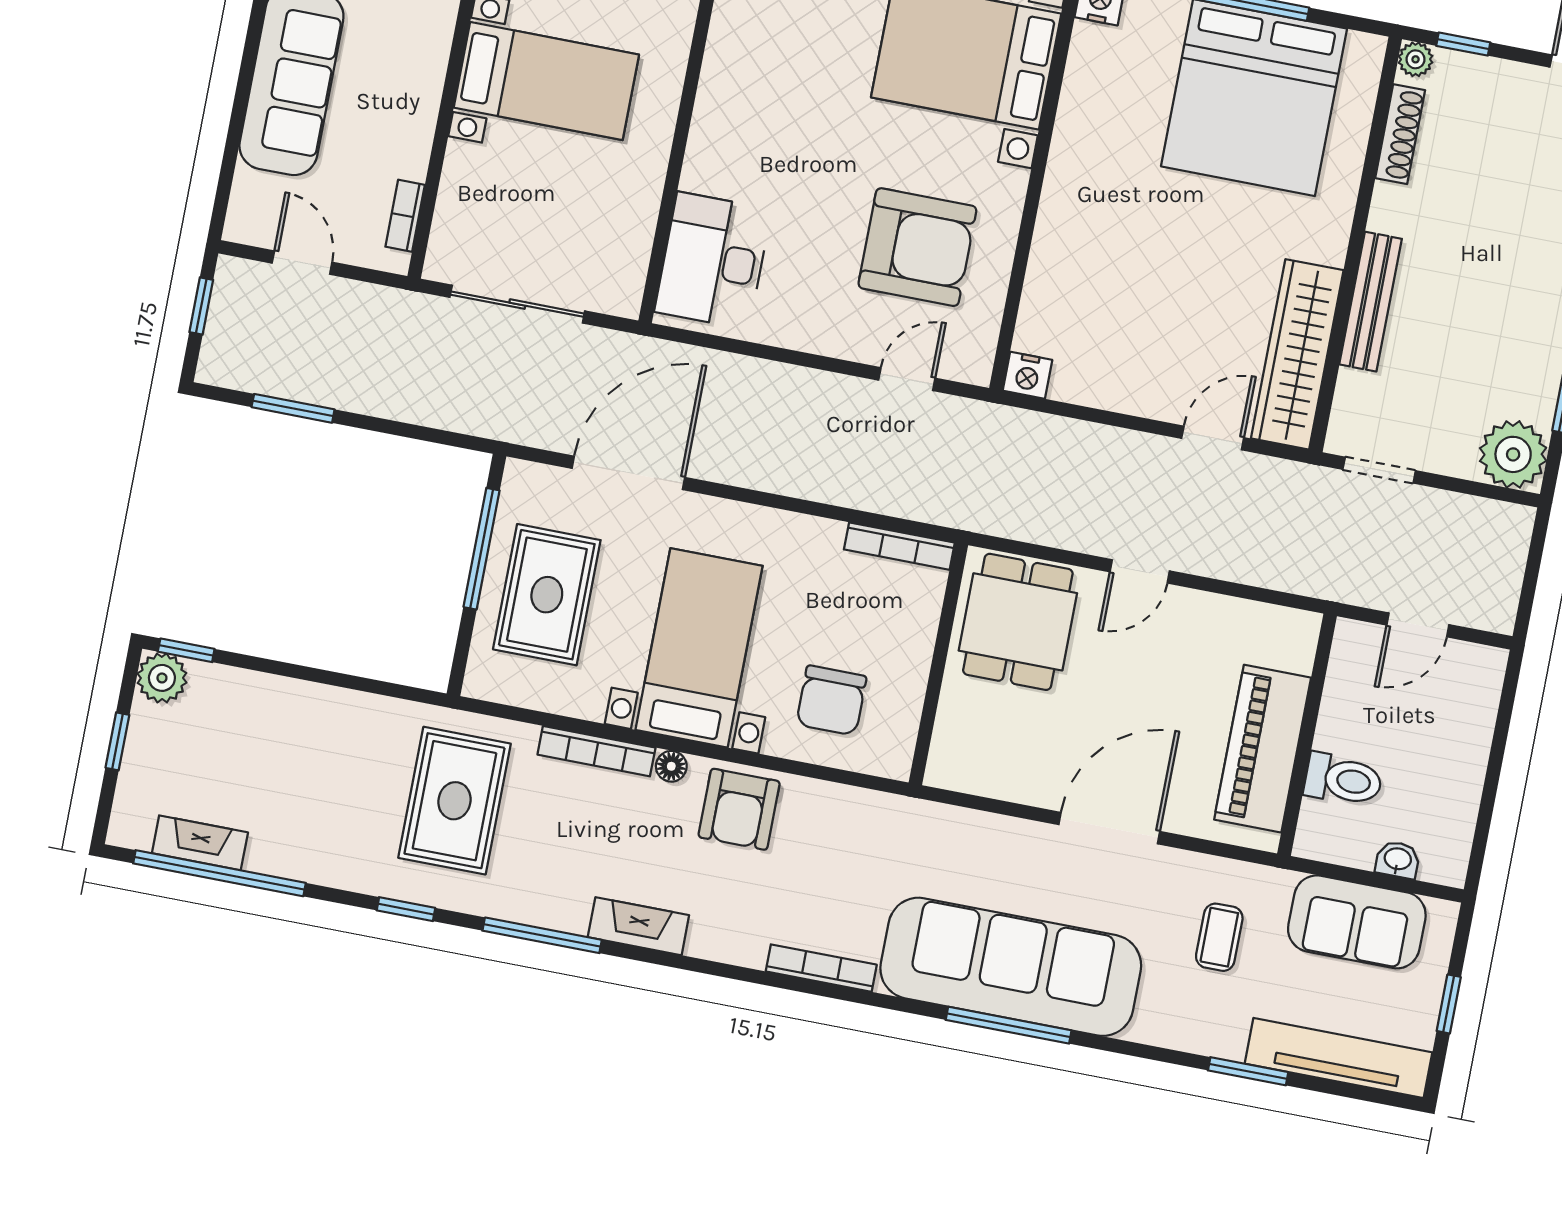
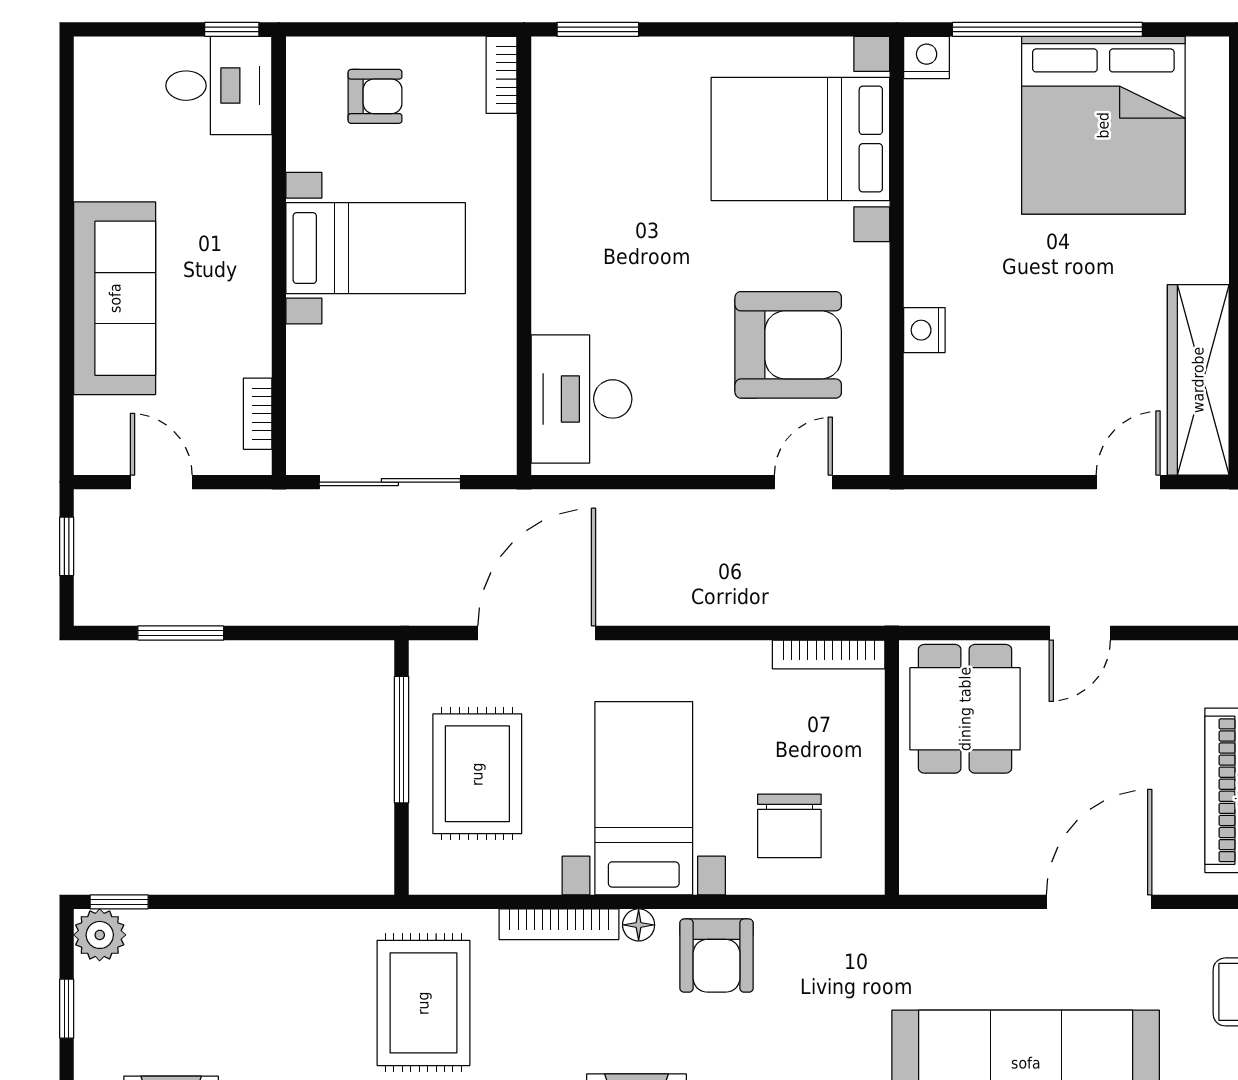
nightstand: (1027, 375) -> (924, 330), moved, turned 90

